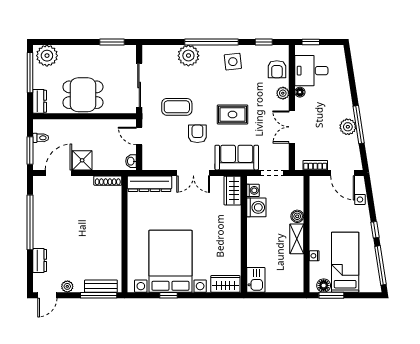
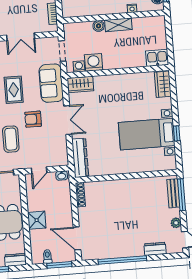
shower: (82, 160) -> (37, 220), moved
bed with nightstands: (170, 261) -> (147, 134), width x0.73

